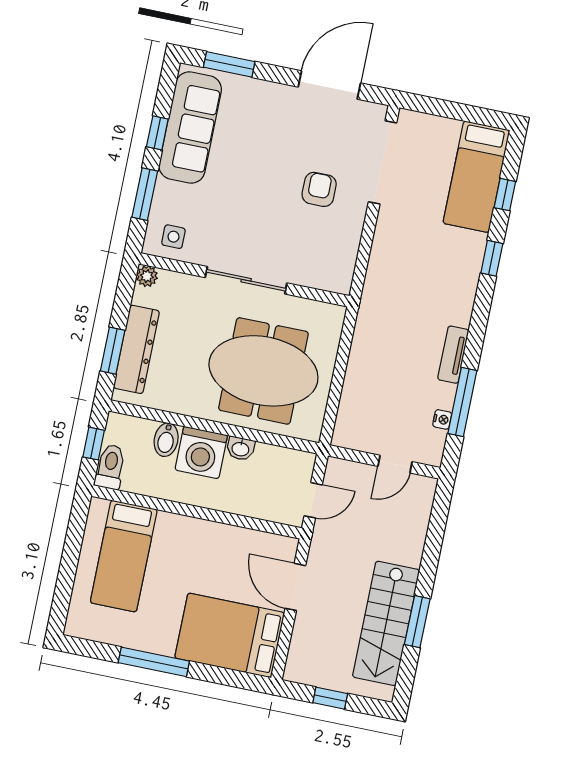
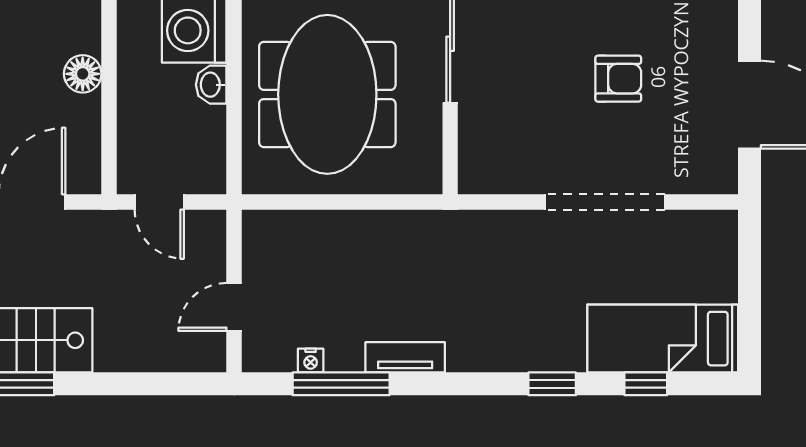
doorway: (382, 162) -> (605, 202), moved
armchair: (319, 189) -> (618, 79), moved
door: (395, 464) -> (234, 307), hinge flipped
floor lamp: (215, 535) -> (83, 74), added

